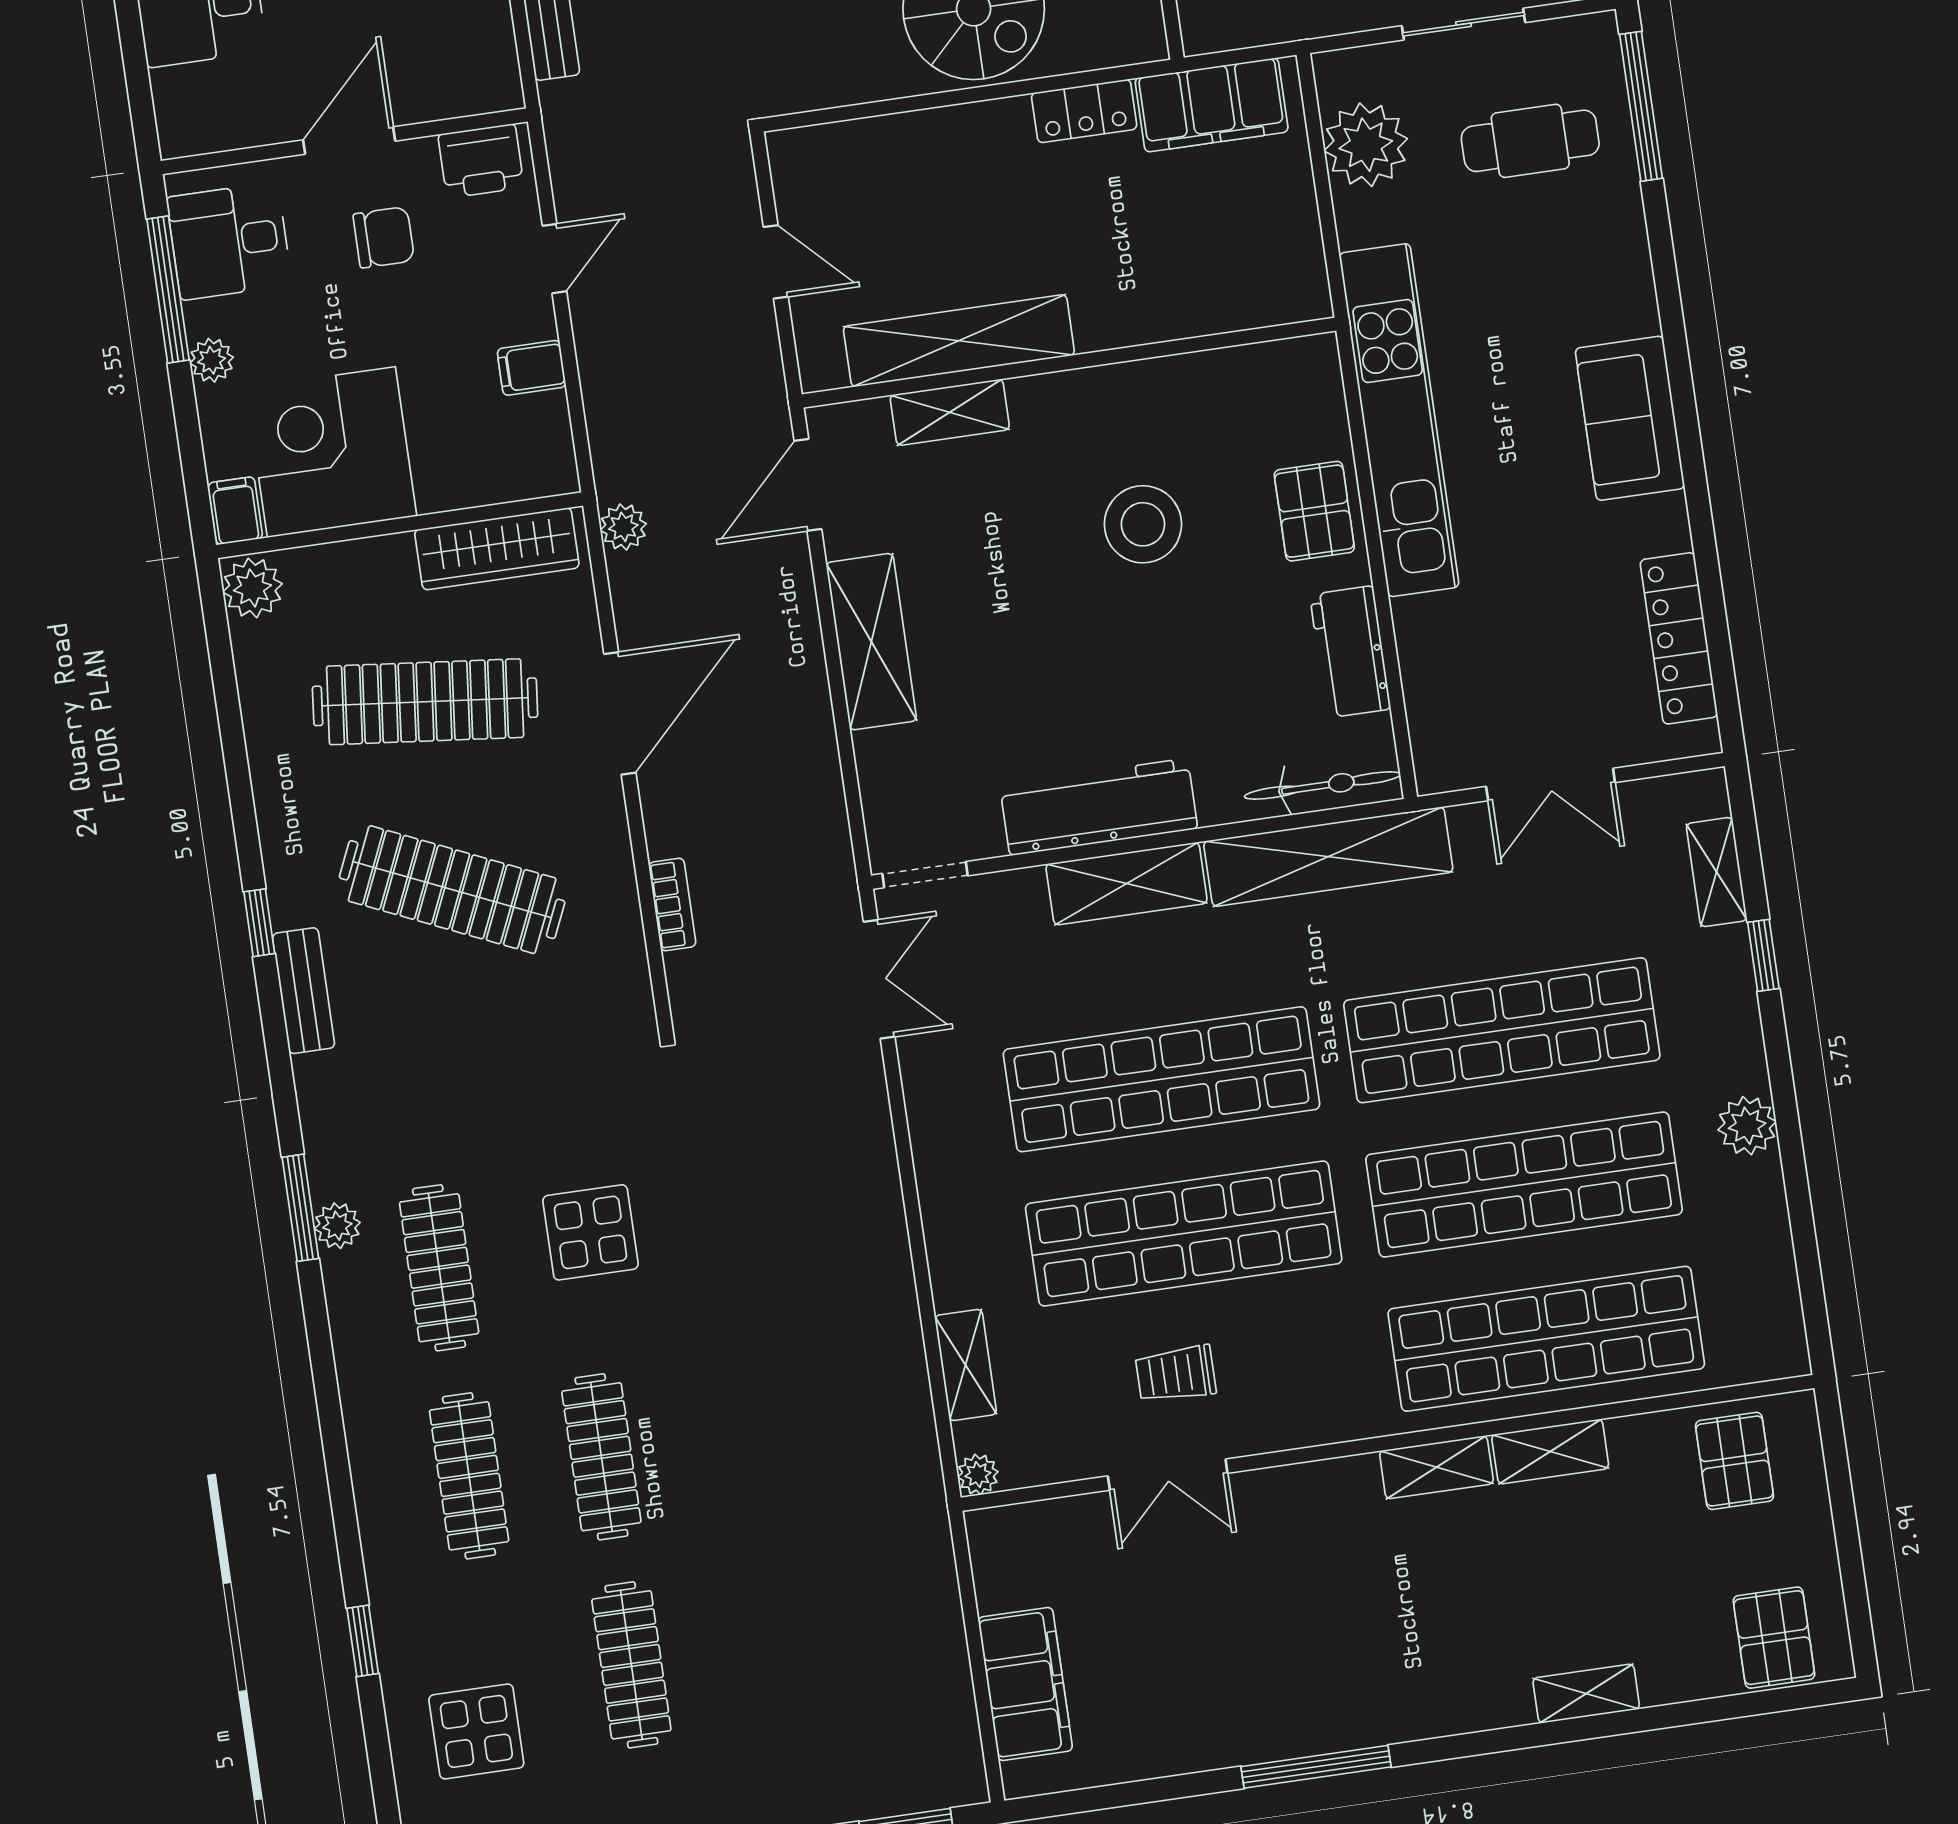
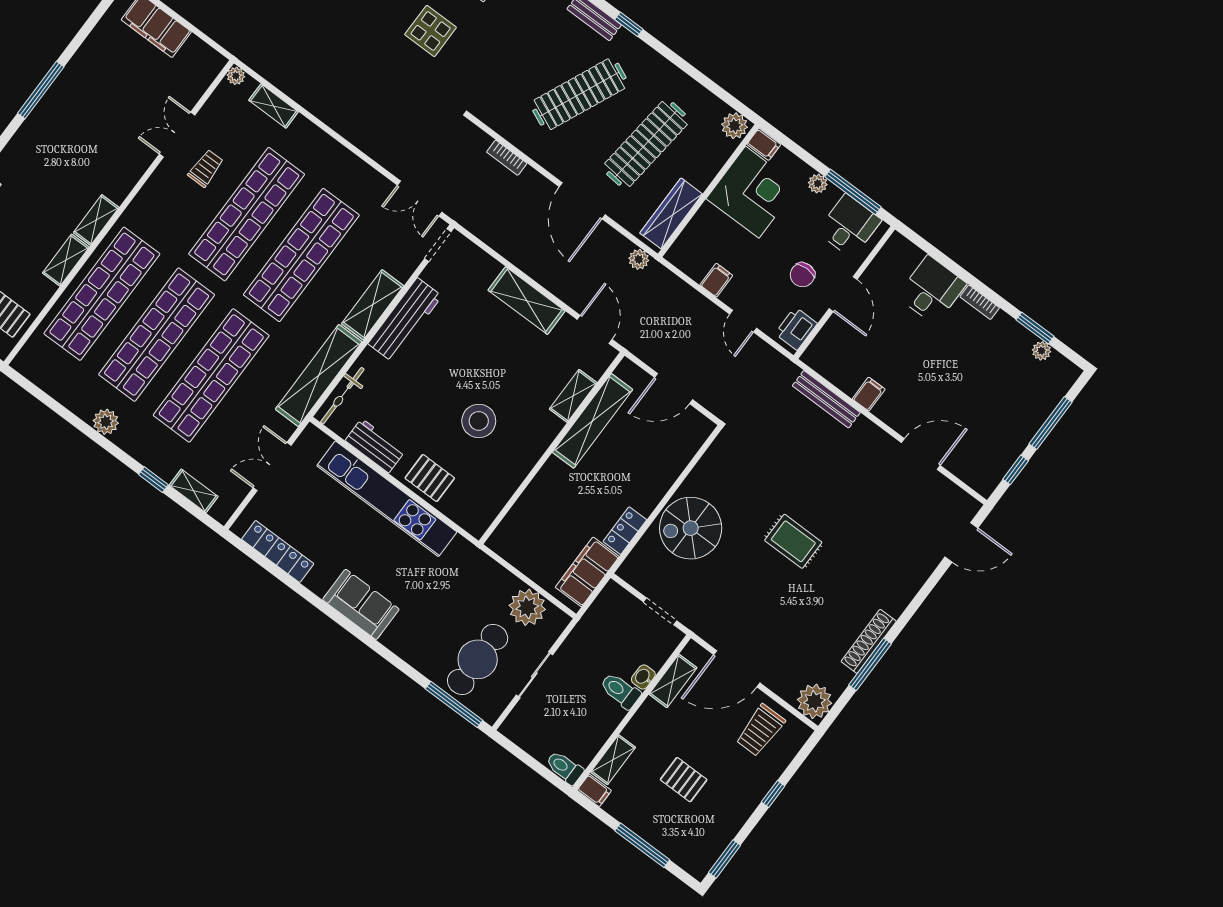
cafe table: (1530, 141) -> (478, 659), width x1.37, depth x1.35
door: (776, 262) -> (674, 389), width x1.38
kitchen unit: (1399, 420) -> (387, 499), moved

